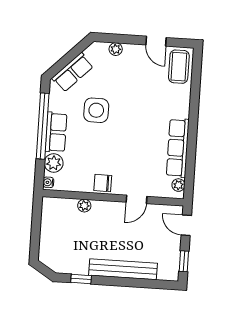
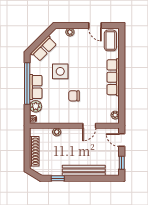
row of seats: (178, 148) -> (113, 77), moved
chair: (103, 183) -> (74, 96), moved
shoe rack: (47, 234) -> (34, 151), added

